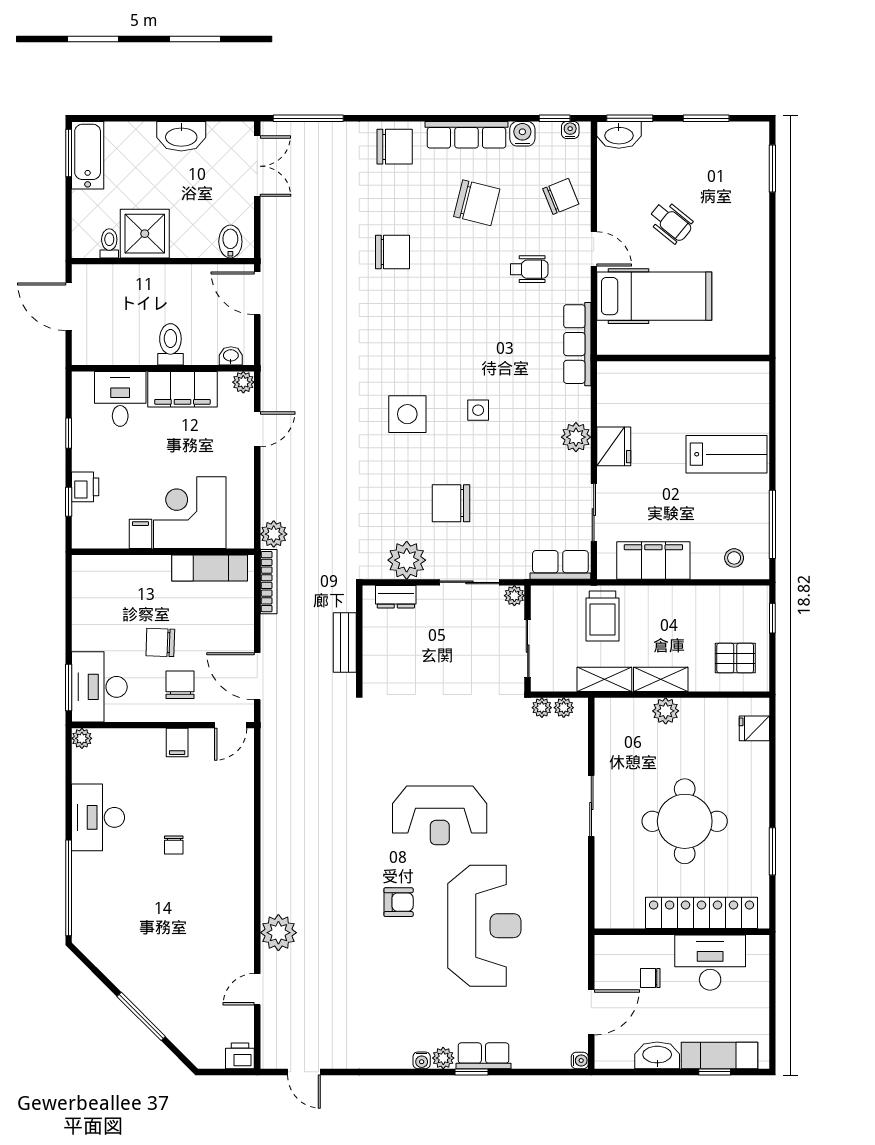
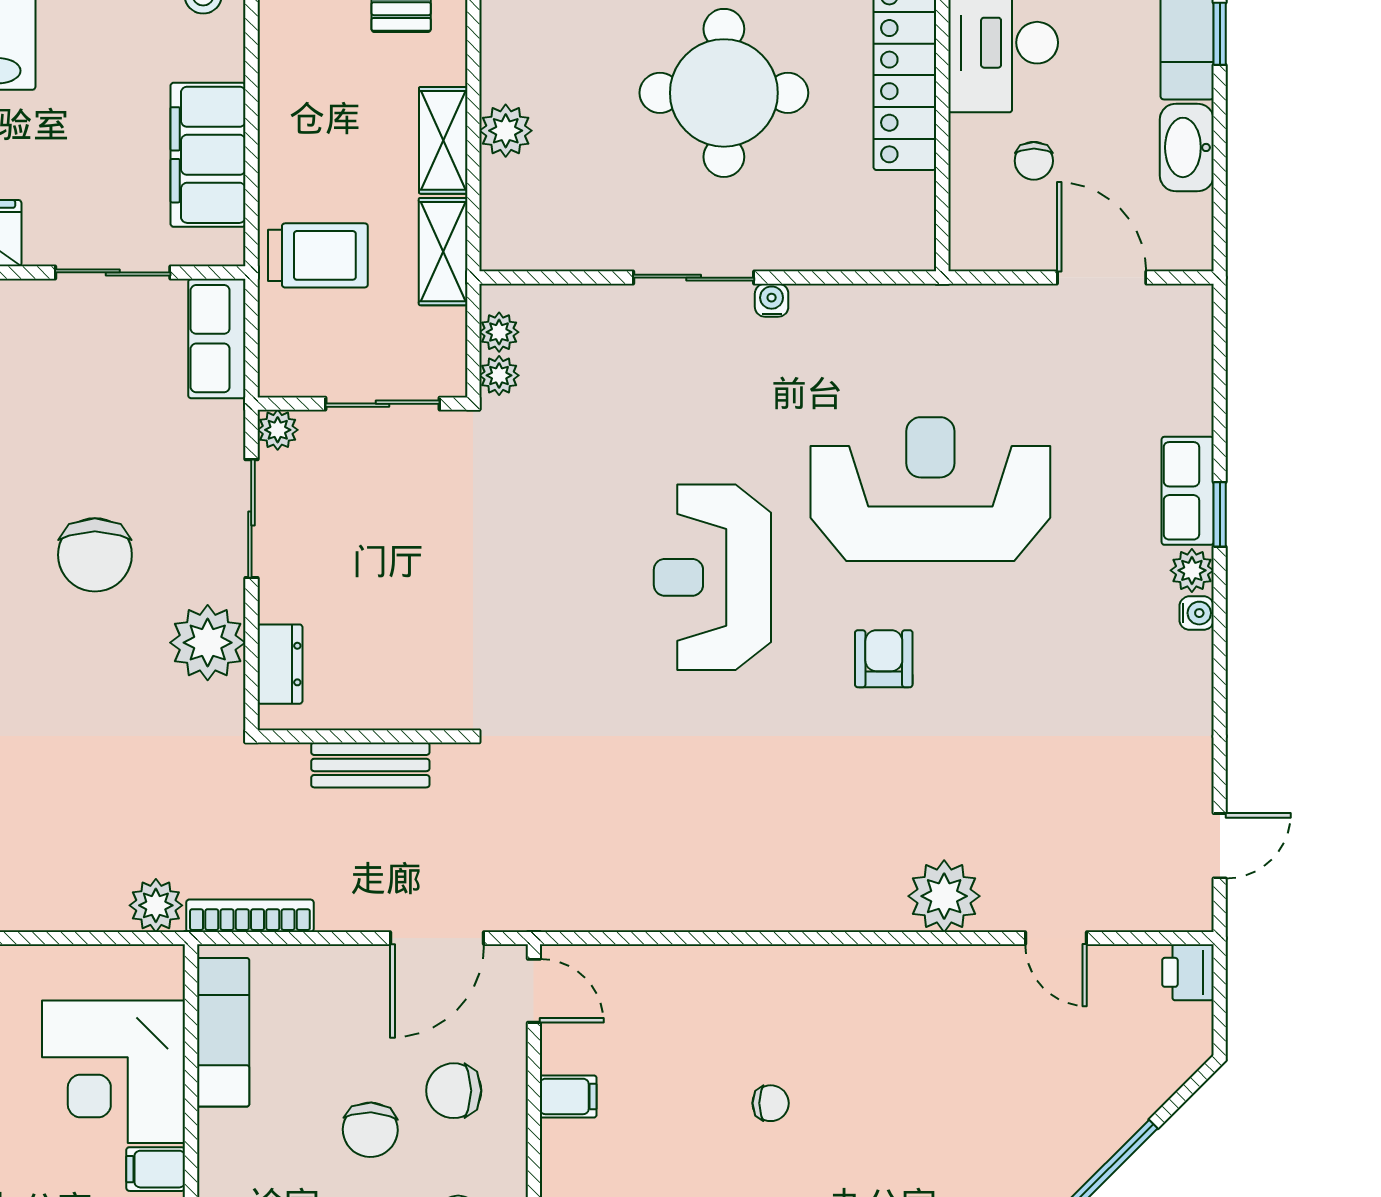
reception desk: (440, 815) -> (712, 577), turned 180
water cooler: (580, 1061) -> (772, 300), moved

